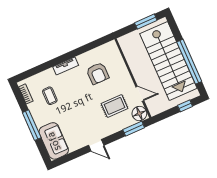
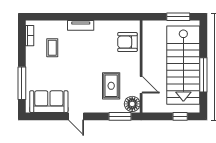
window: (189, 62) -> (203, 75), width x0.68
armchair: (98, 73) -> (127, 42), moved, turned 90
rug: (115, 106) -> (111, 86), turned 90
window: (32, 125) -> (22, 83), moved
sofa: (54, 141) -> (49, 102), moved, turned -90

